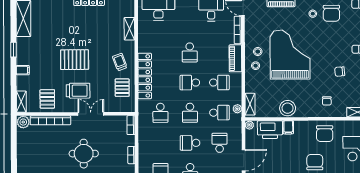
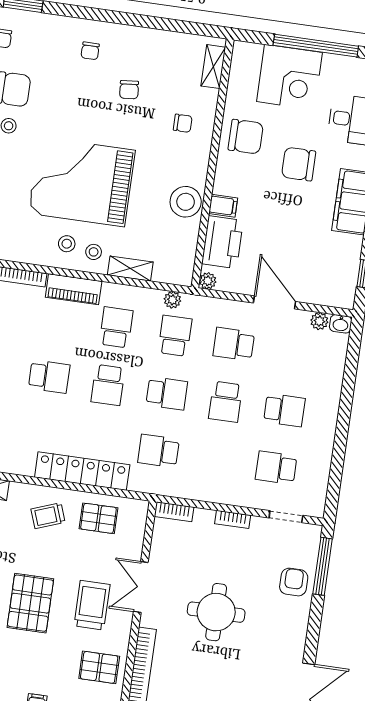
shelving: (250, 104) -> (130, 269), moved
school desk: (160, 113) -> (159, 451), turned 180

